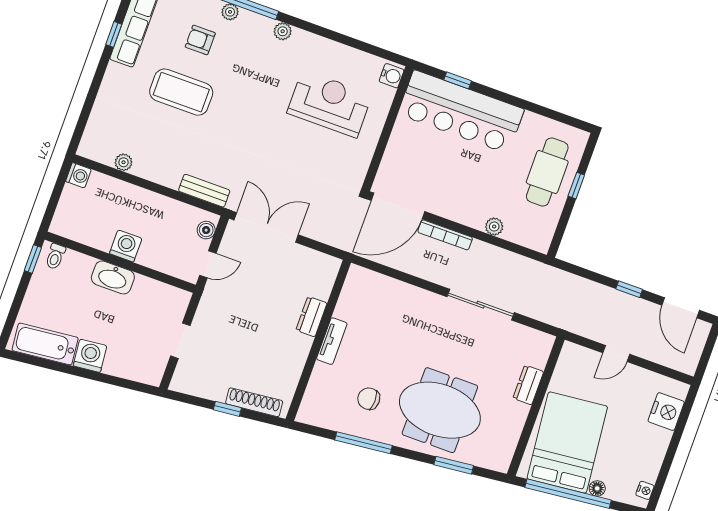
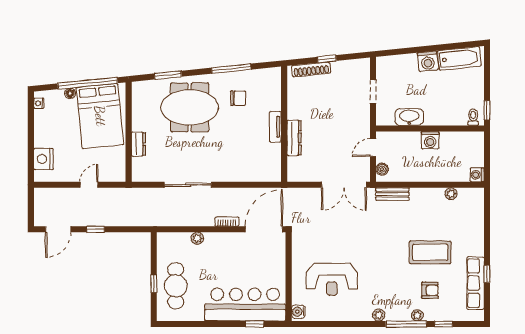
bookcase: (445, 235) -> (227, 222), width x0.64
washbasin: (113, 277) -> (409, 117), moved
door: (681, 308) -> (58, 229), swing flipped
dresser: (311, 317) -> (294, 138), width x1.44

